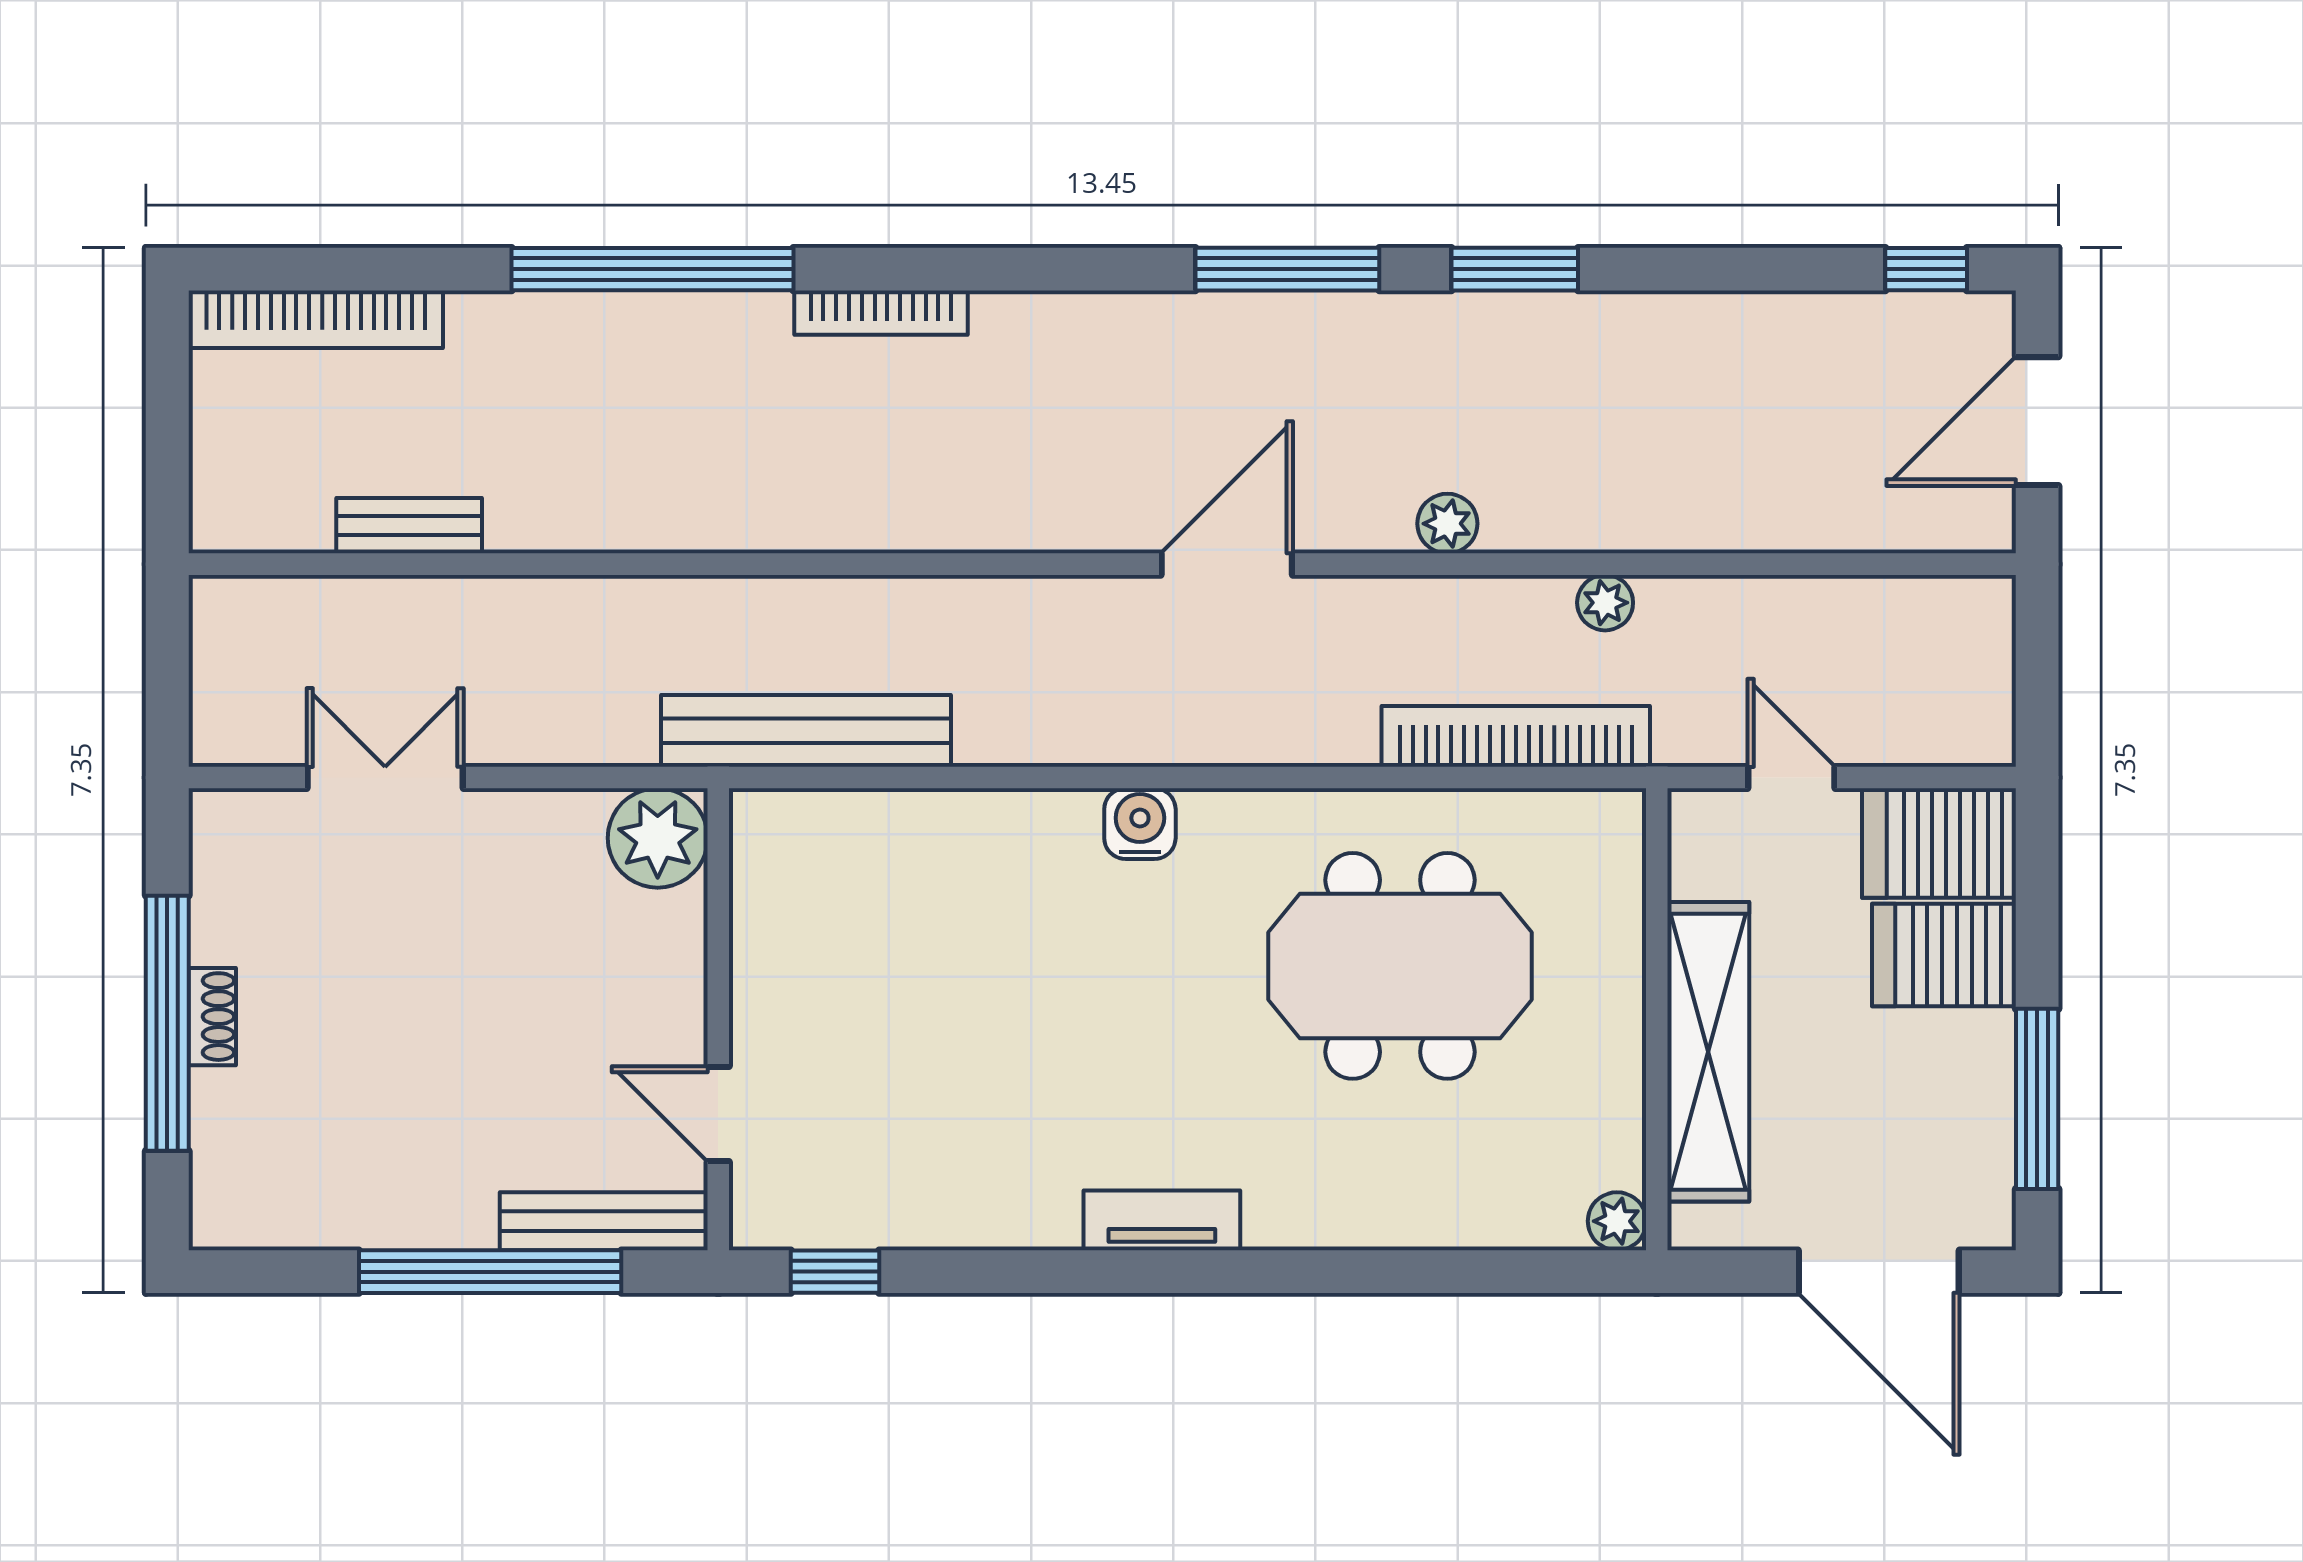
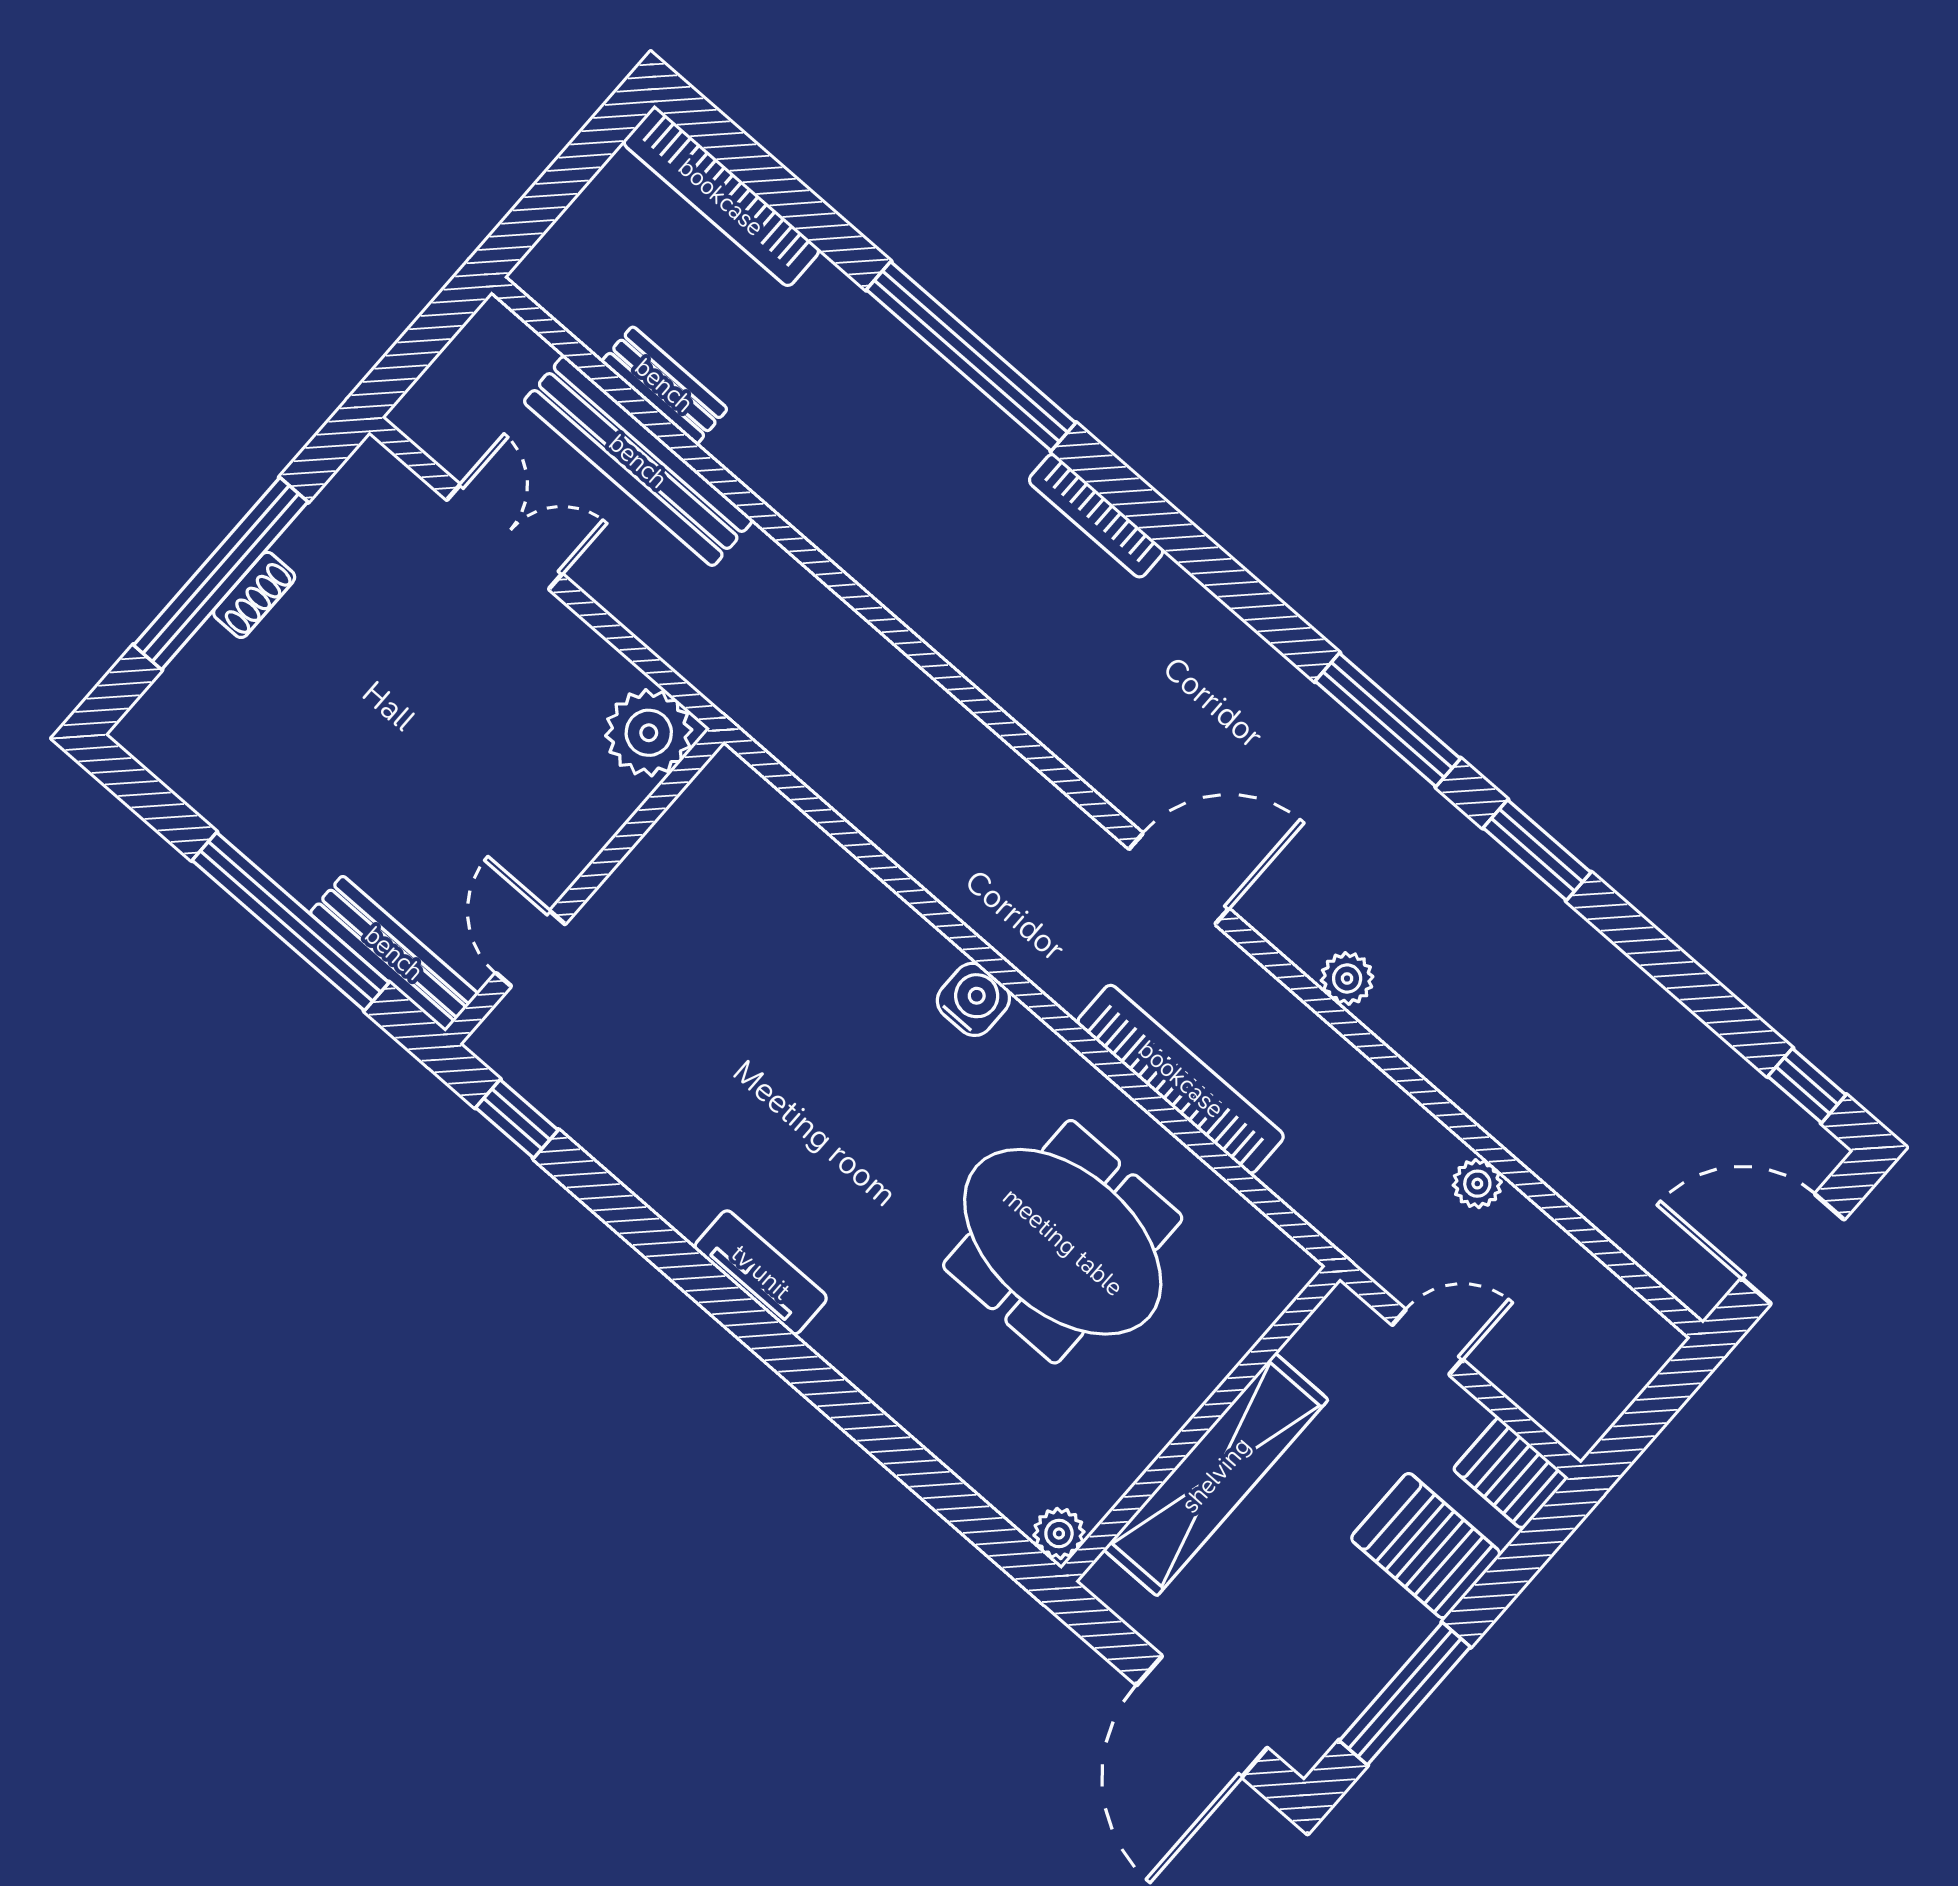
plant: (1605, 603) -> (1477, 1184), moved
bench: (806, 731) -> (638, 461), moved
bookcase: (1516, 736) -> (1181, 1079), moved
door: (1791, 777) -> (1427, 1342), hinge flipped
server rack: (1939, 843) -> (1511, 1473), width x0.73, depth x0.70

